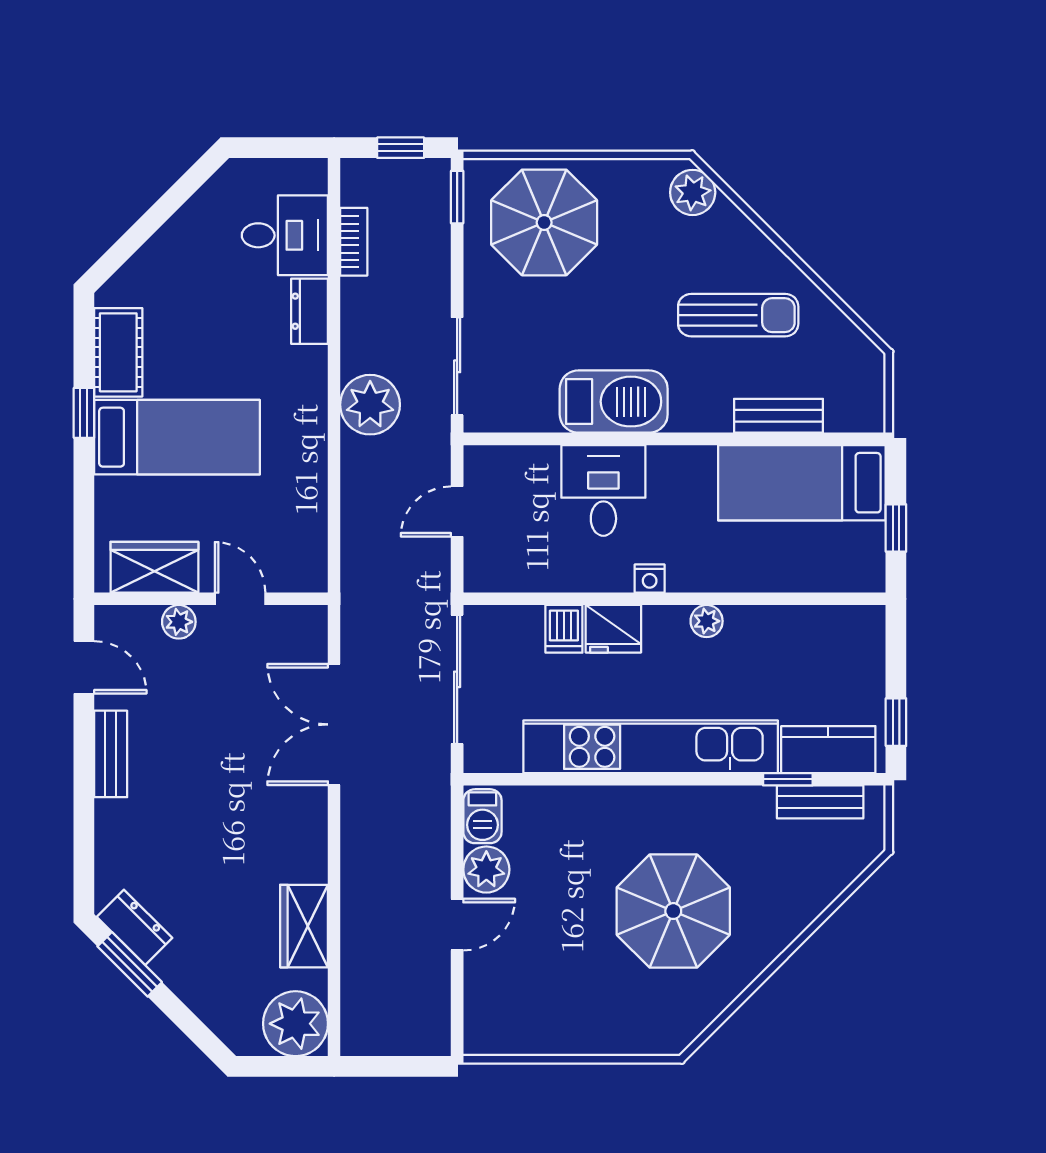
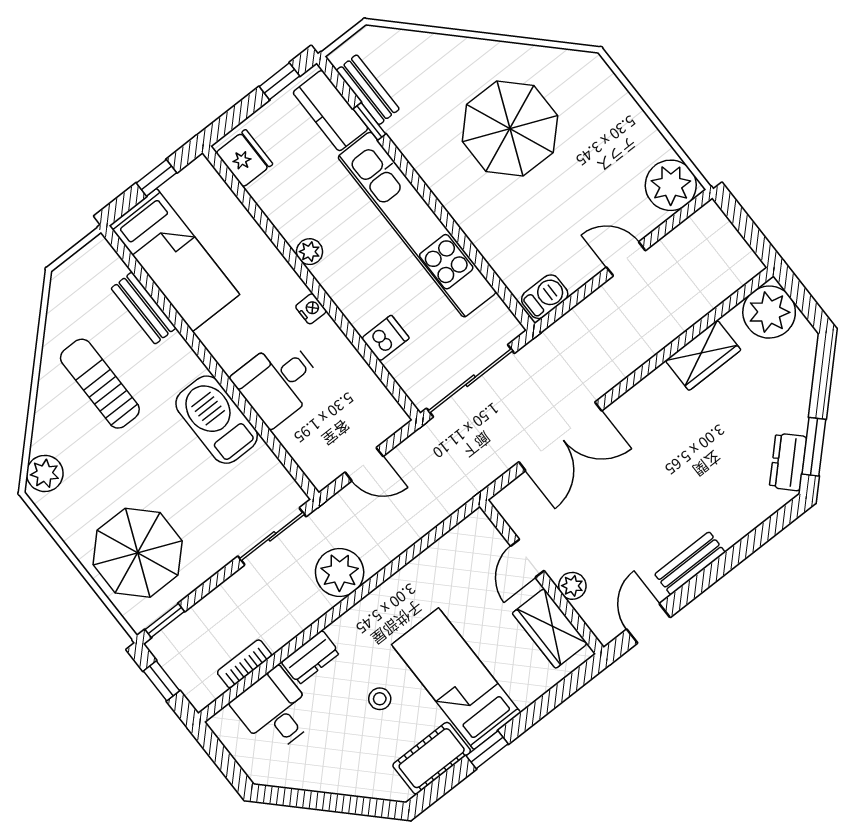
stool: (216, 347) -> (380, 699), added
fridge: (613, 629) -> (244, 158), moved
plant: (486, 870) -> (671, 185), moved, width x1.36, depth x1.36

